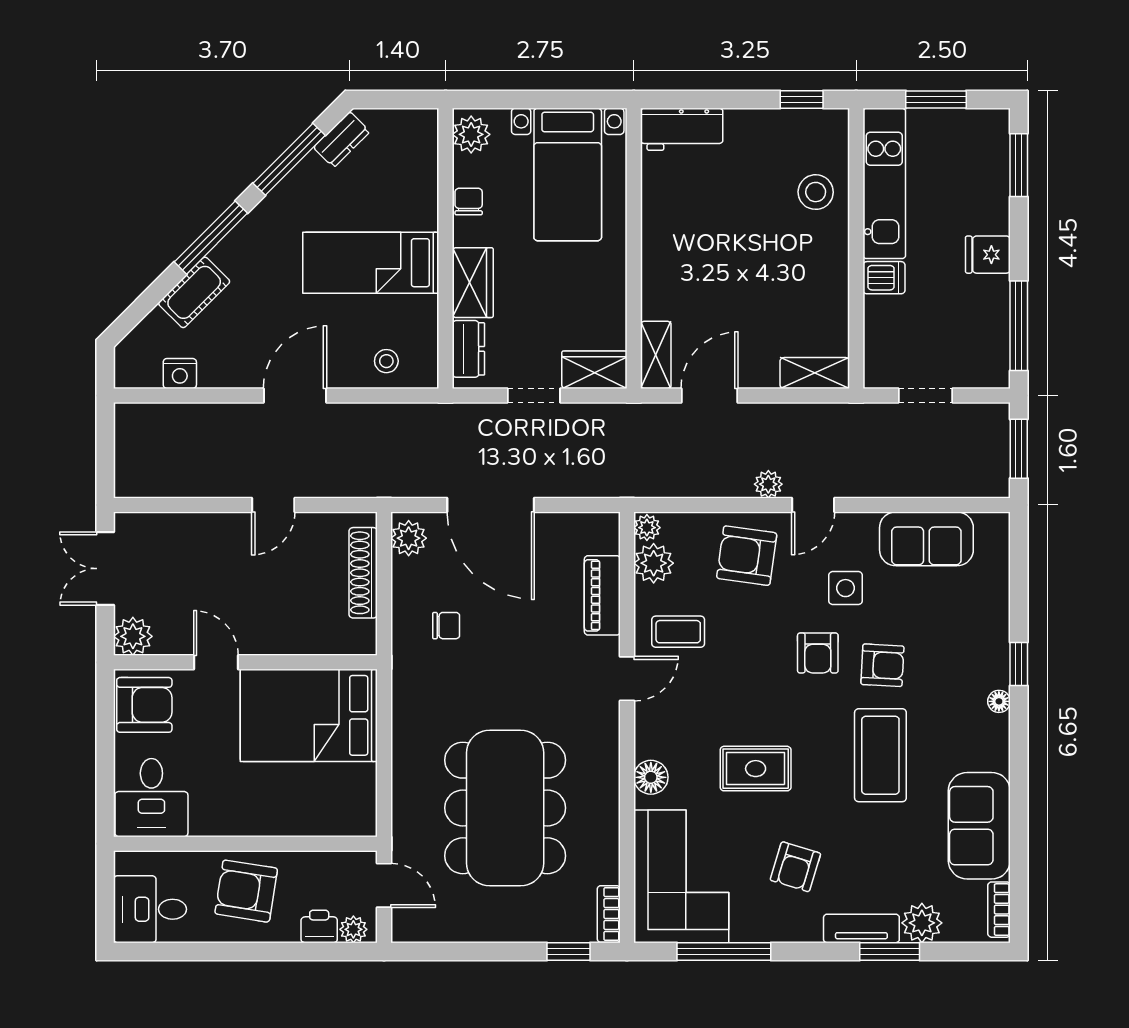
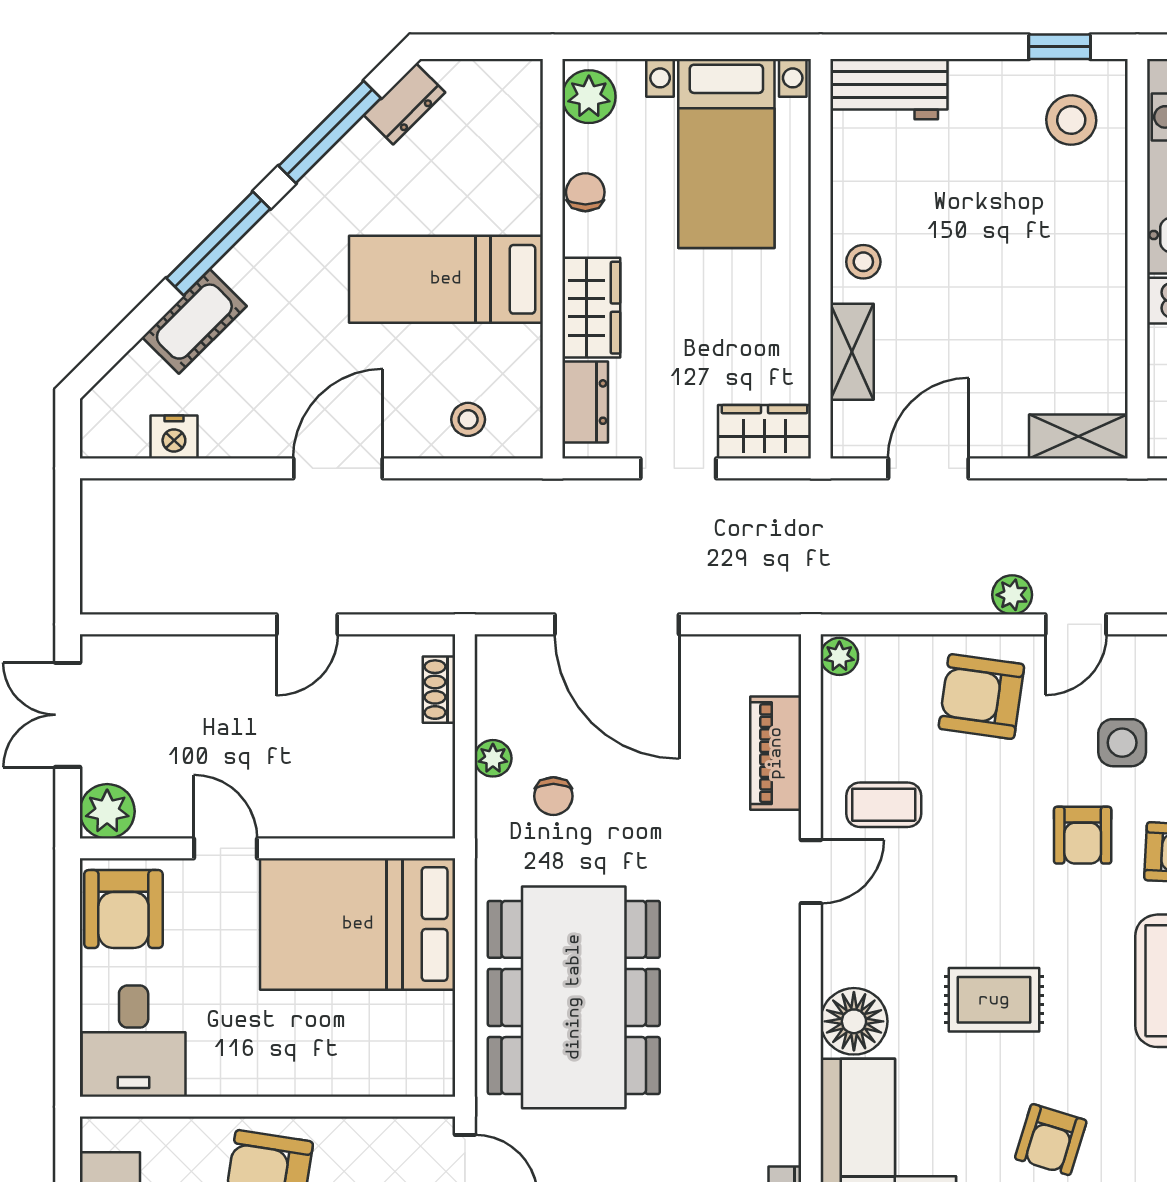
stool: (816, 192) -> (1071, 120), moved
stool: (664, 250) -> (863, 262), added
shelving: (656, 355) -> (852, 352), moved
plant: (409, 538) -> (493, 758), moved, width x0.73, depth x0.73
plant: (654, 563) -> (849, 707), removed
shoe rack: (363, 573) -> (439, 690), width x0.51, depth x0.81
chair: (446, 626) -> (553, 796), turned 90
armchair: (144, 705) -> (123, 909), turned 90
floor lamp: (651, 777) -> (854, 1021), width x1.38, depth x1.38
dining table: (505, 808) -> (574, 997), moved

